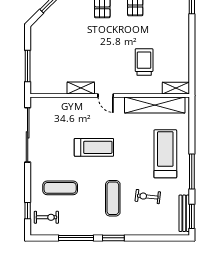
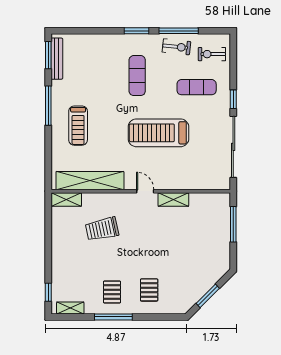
trolley: (144, 62) -> (102, 229), turned 78
treadmill: (94, 147) -> (158, 133), width x1.37, depth x1.38
treadmill: (165, 154) -> (78, 126), width x0.73, depth x0.73
exercise bike: (148, 197) -> (176, 47), moved
window: (28, 211) -> (233, 99), moved

